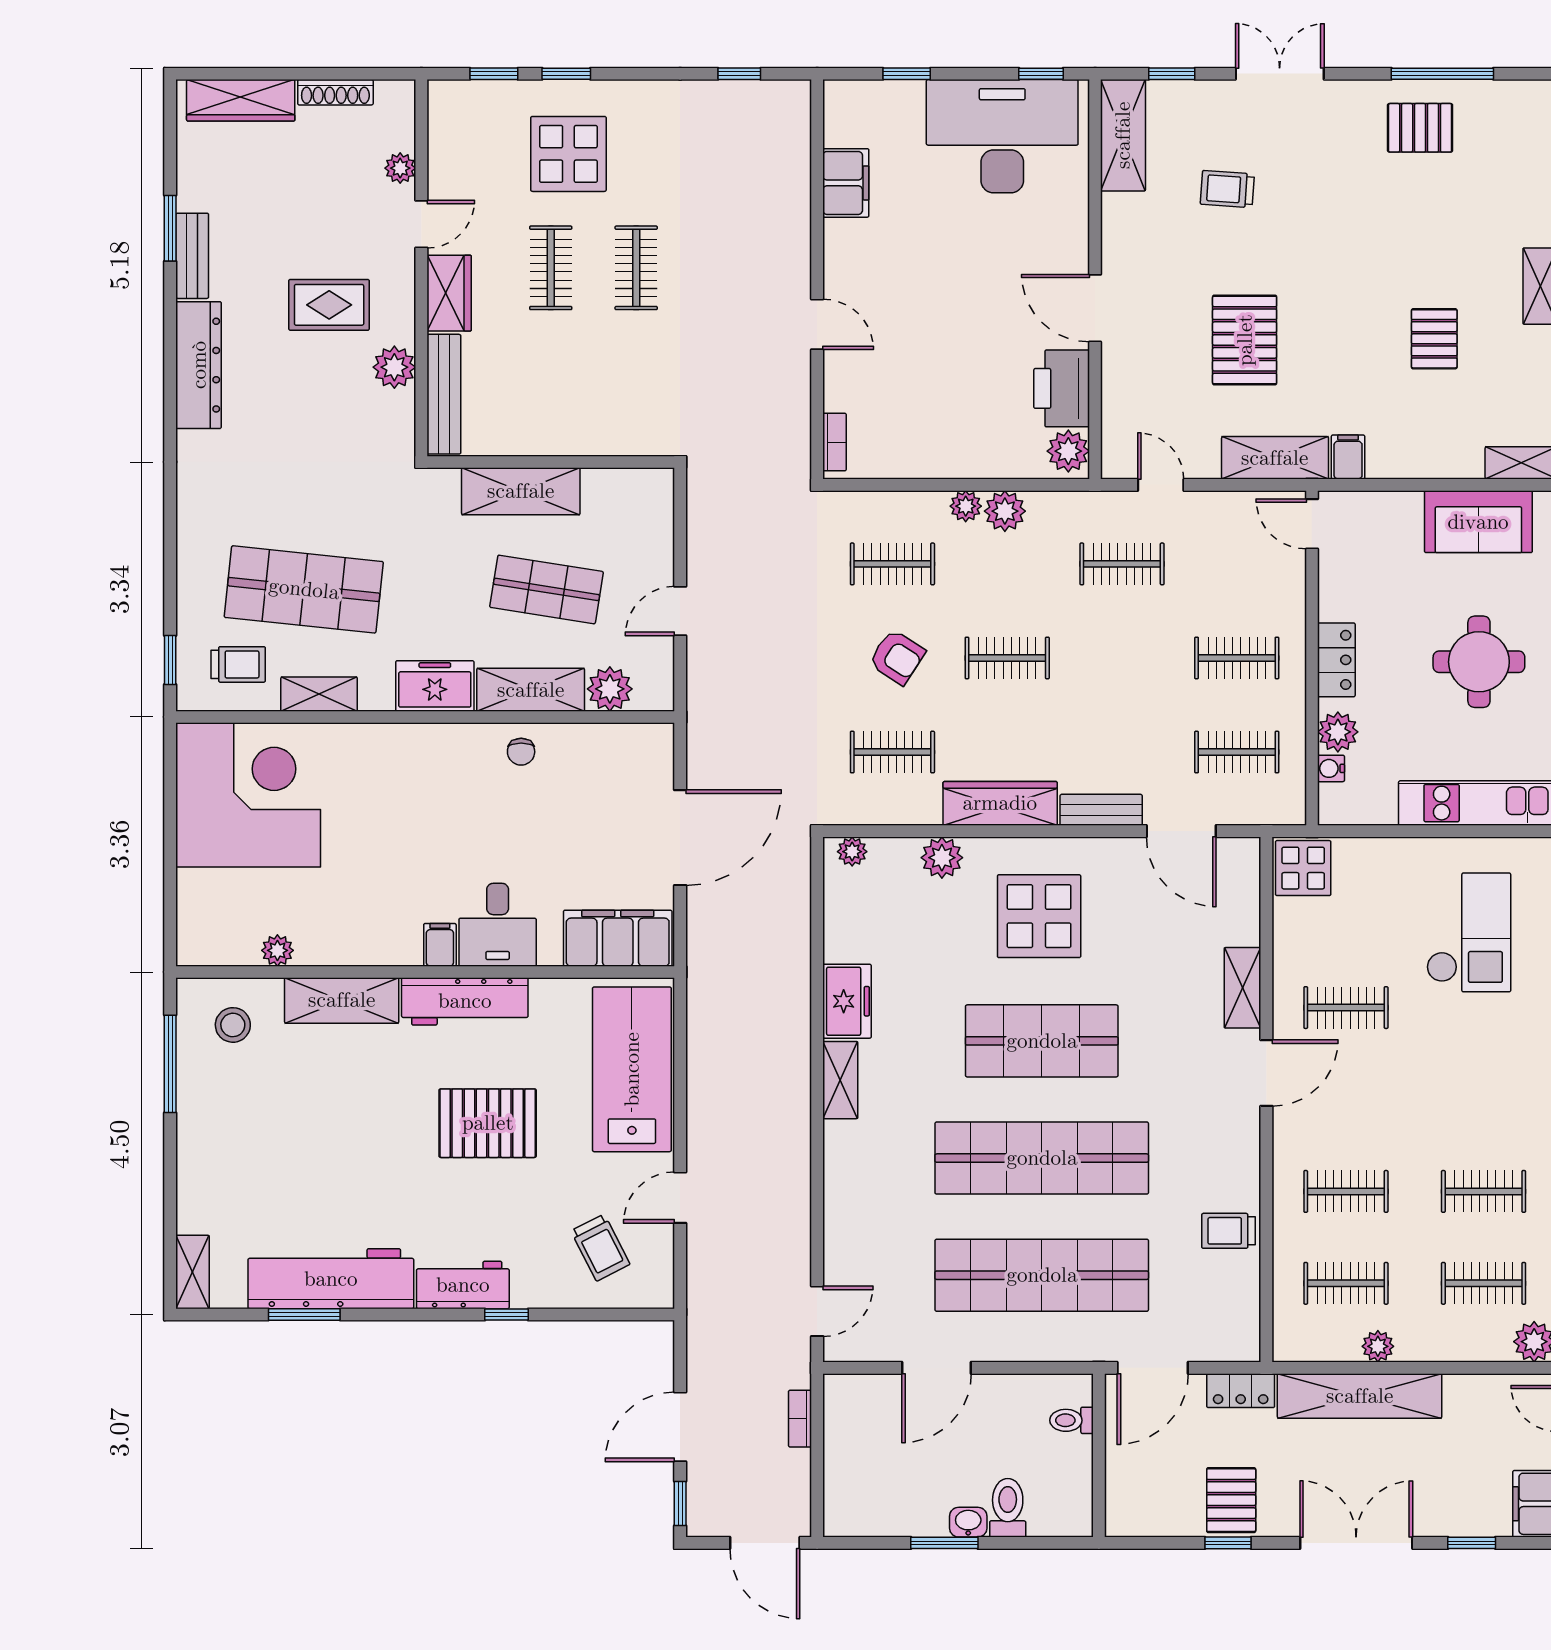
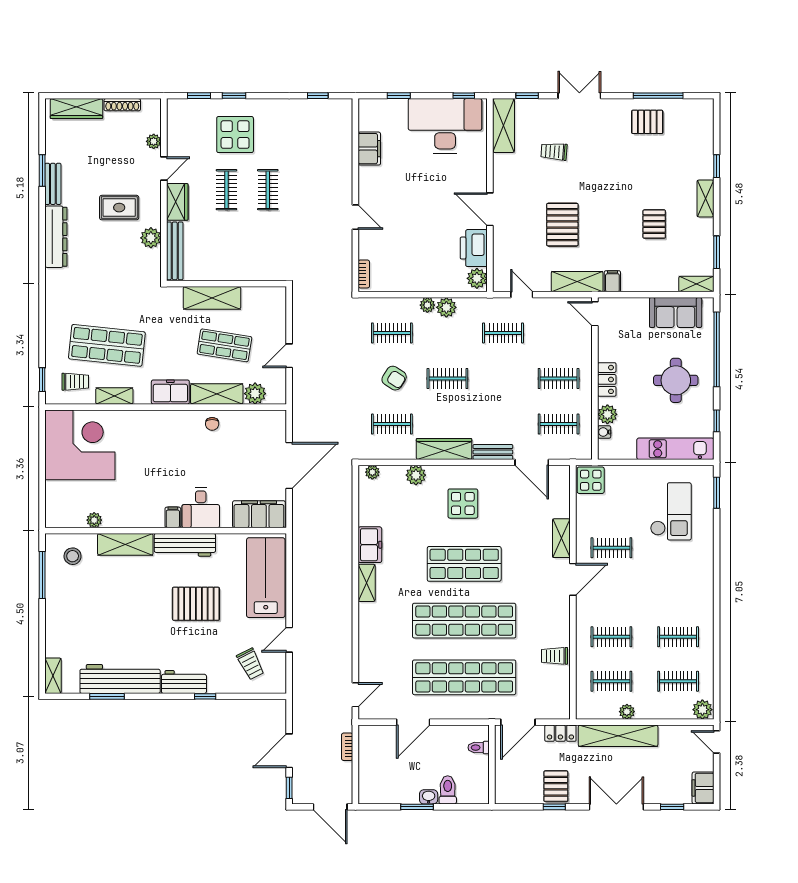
display table: (1039, 916) -> (463, 504), width x0.73, depth x0.73

